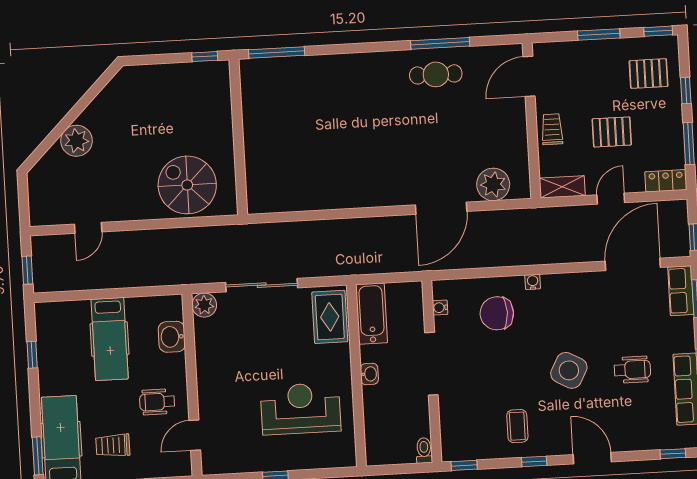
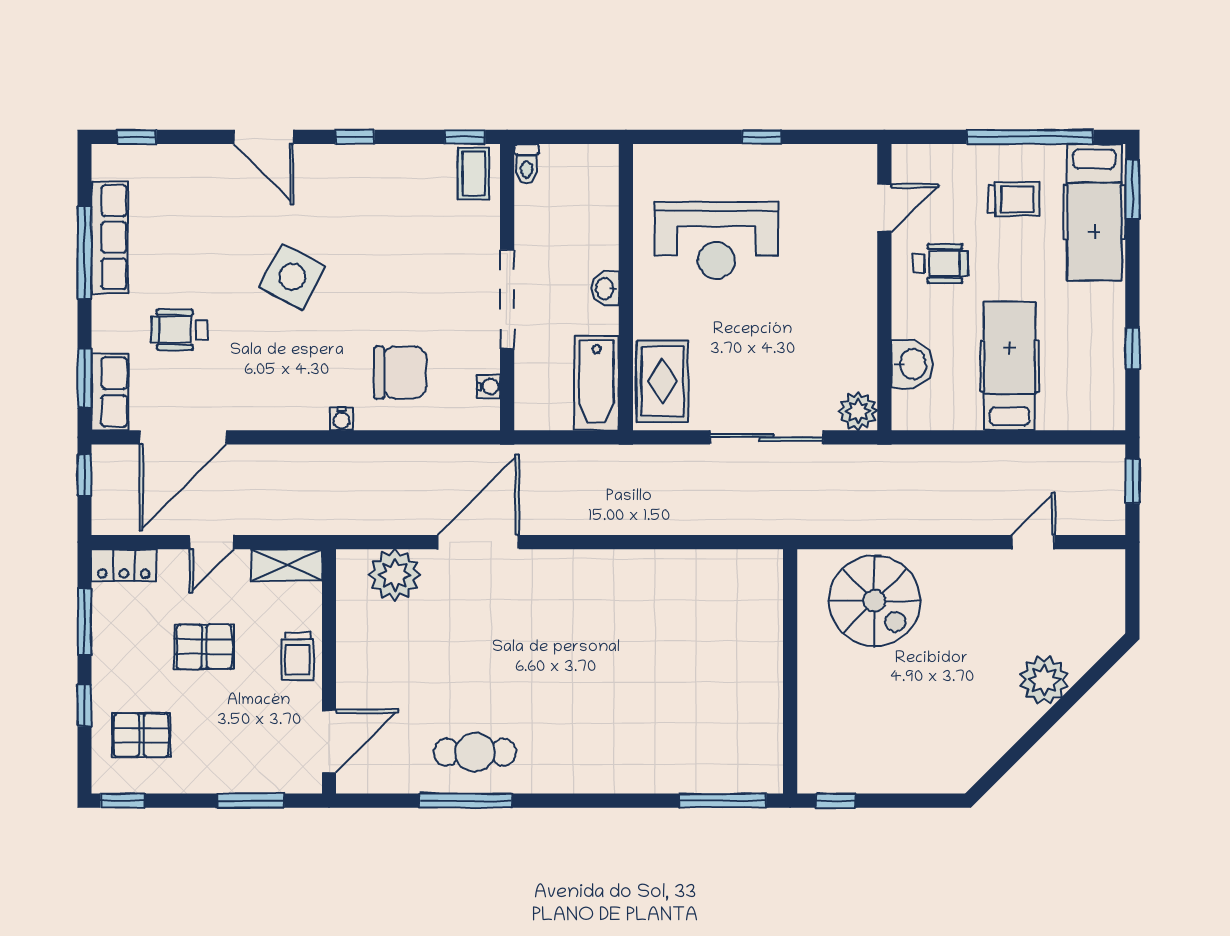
window: (599, 34) -> (251, 801), moved
wheelchair: (632, 370) -> (179, 330), moved
coffee table: (517, 426) -> (474, 174), moved

